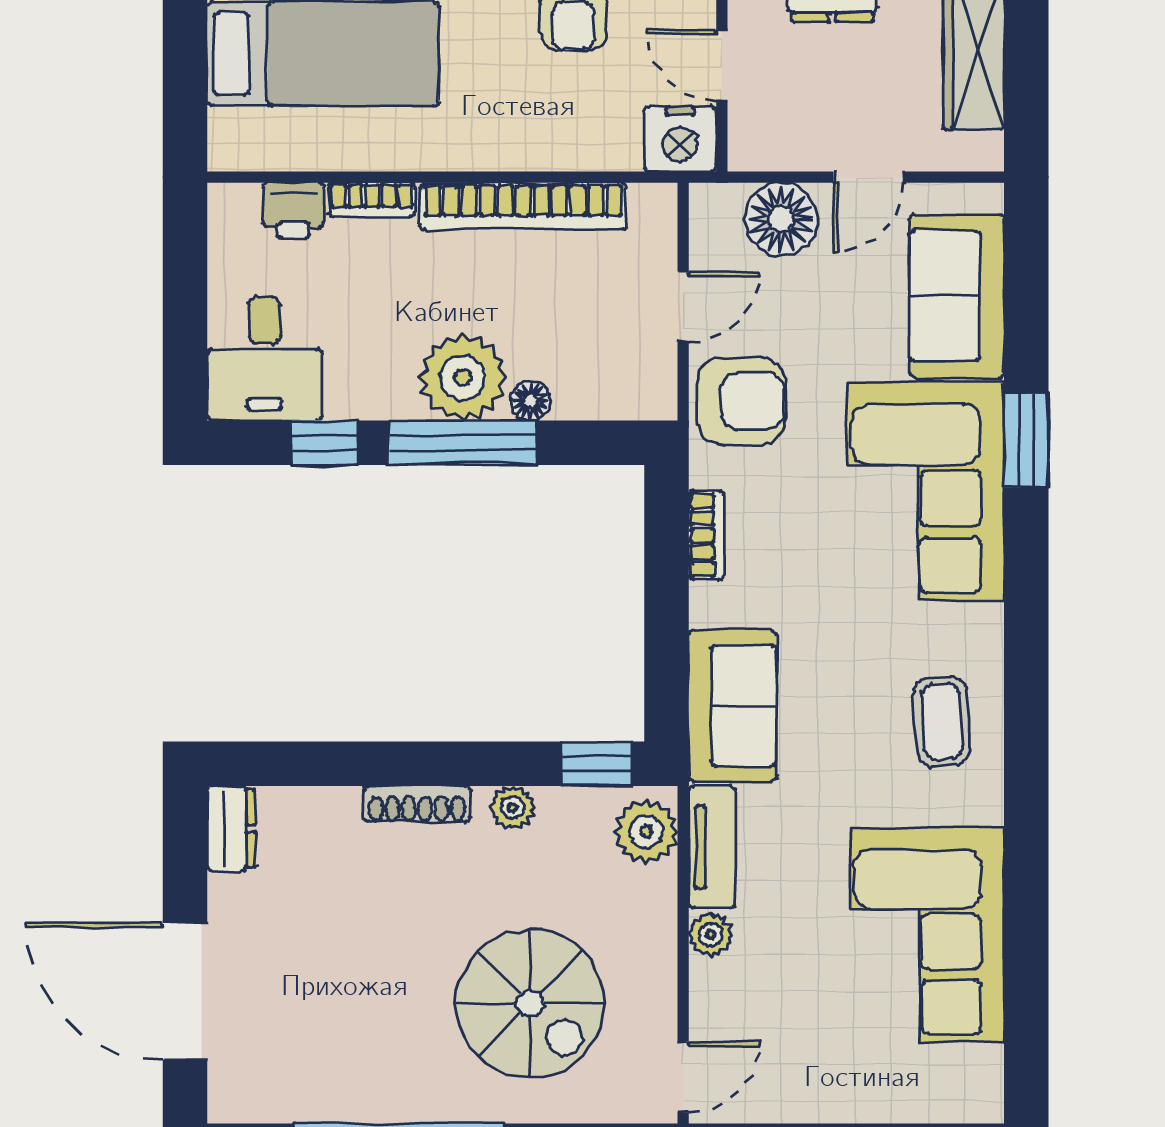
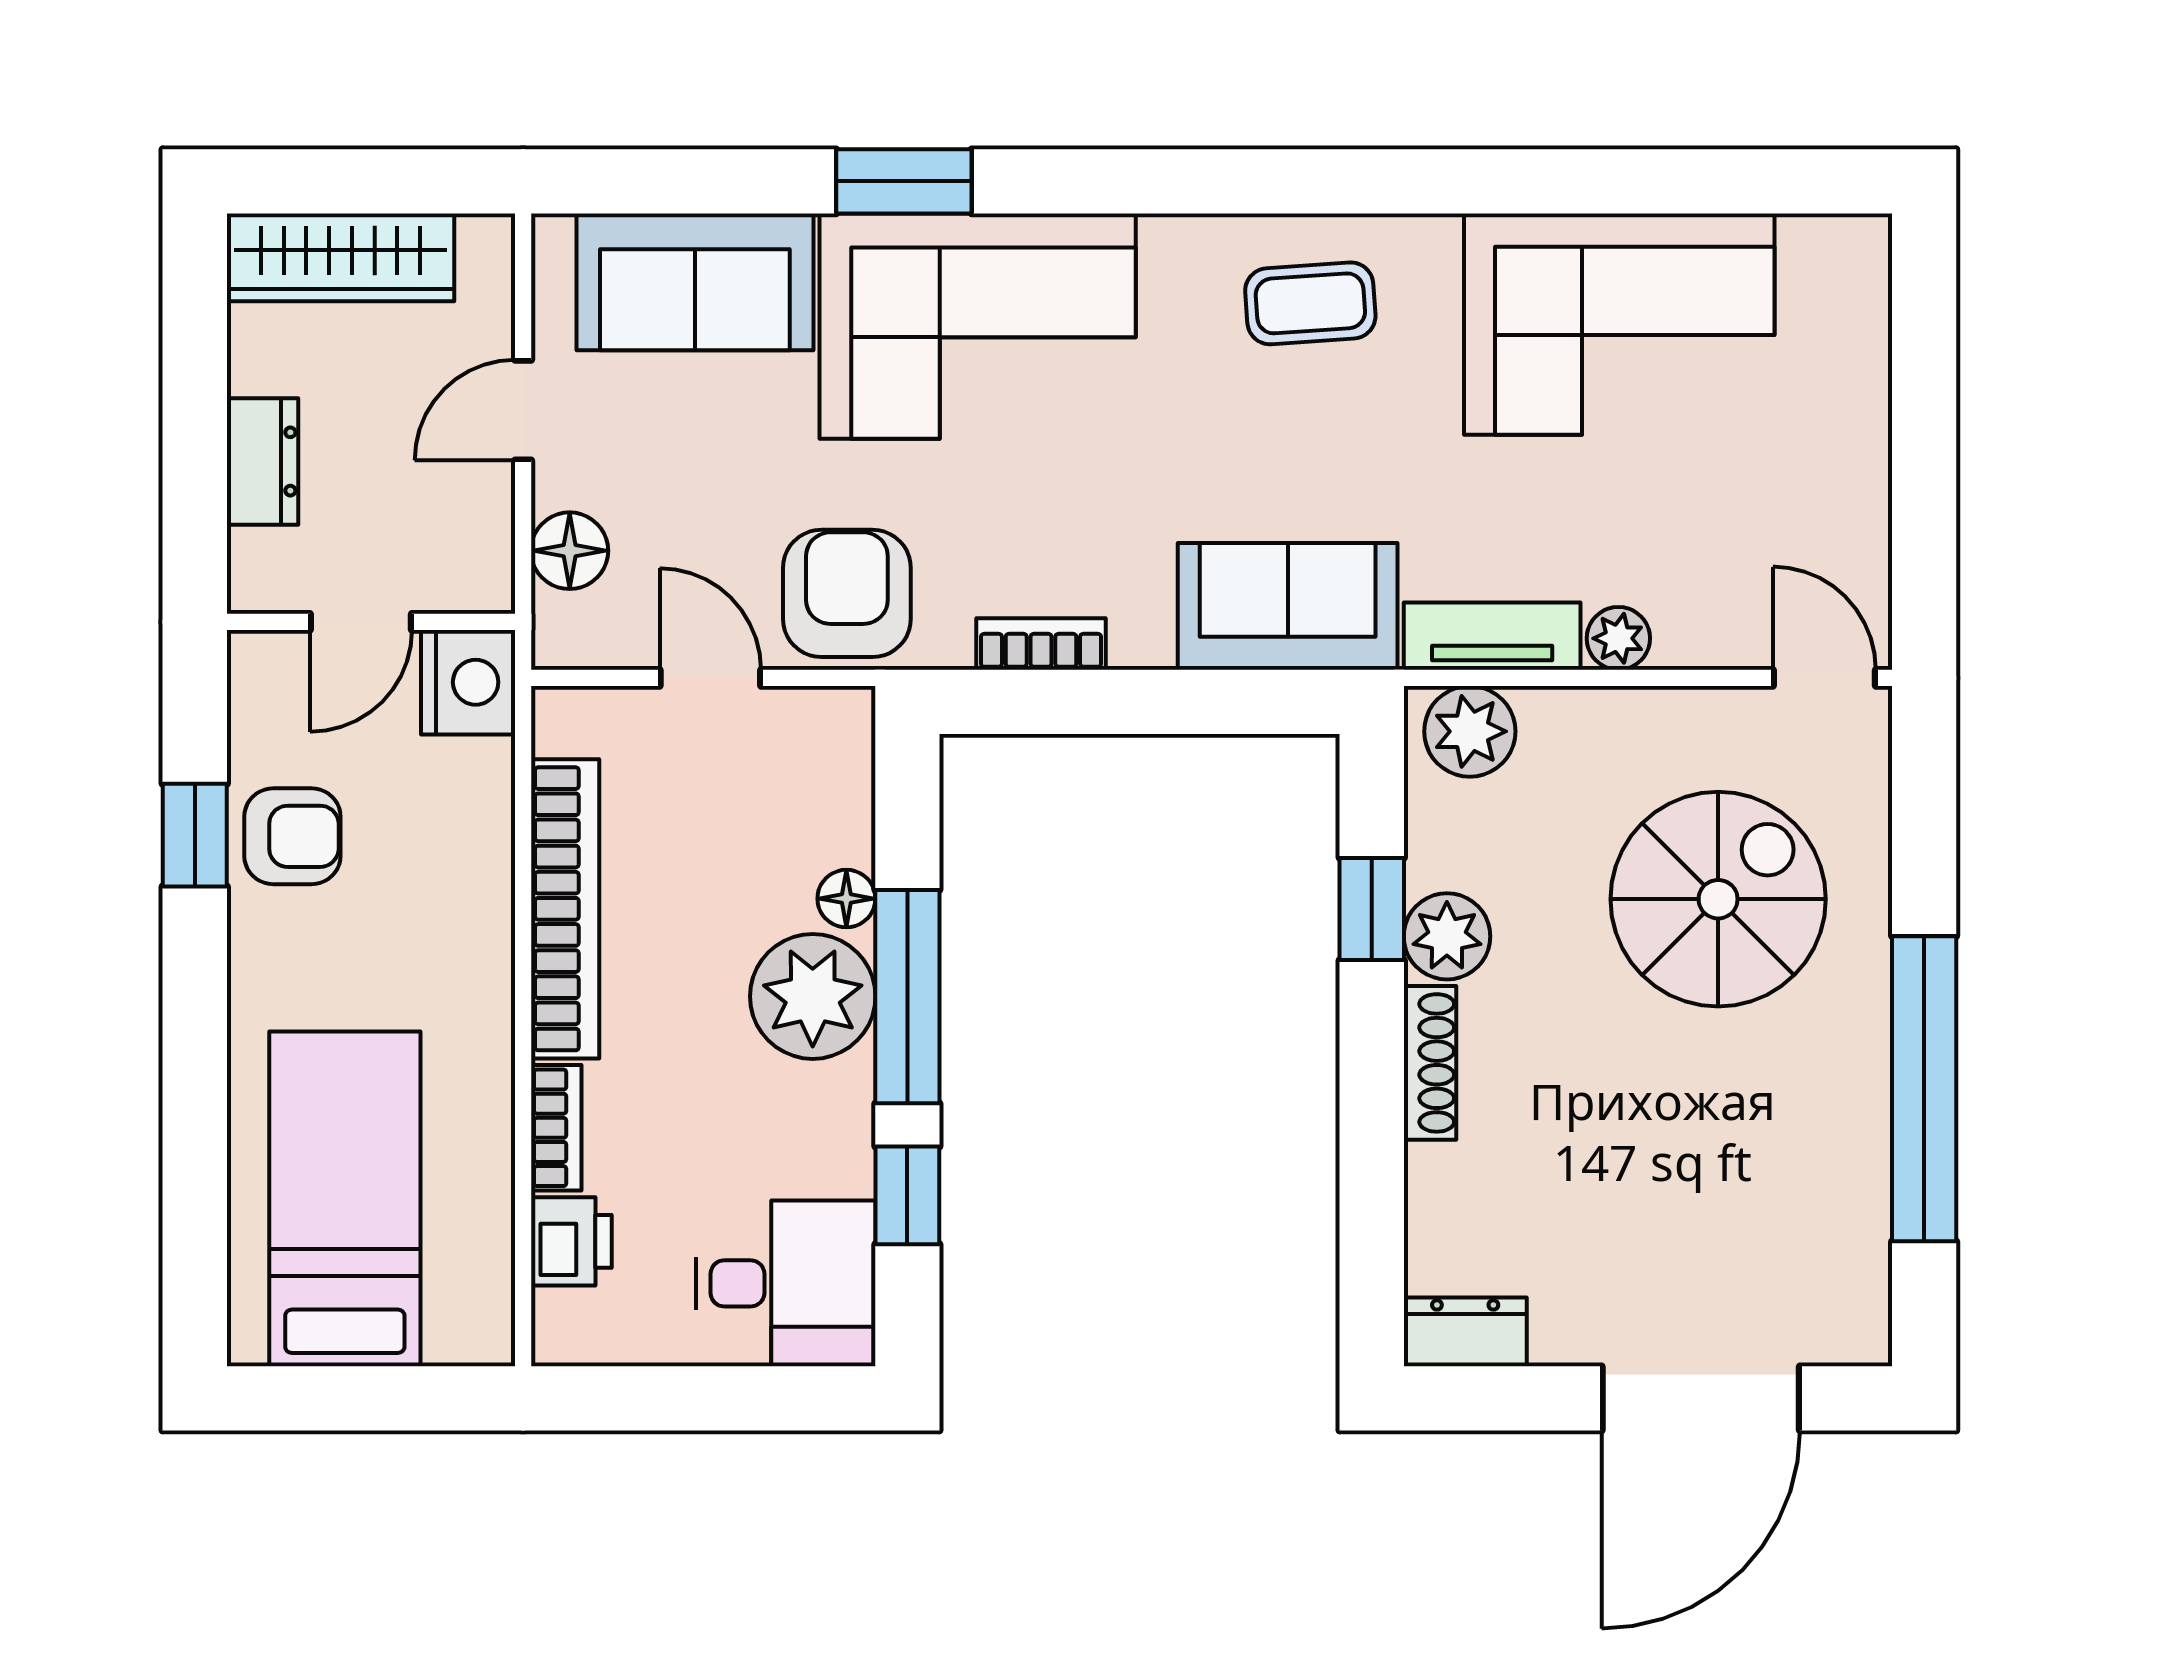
door: (868, 177) -> (523, 410), swing flipped
floor lamp: (781, 219) -> (570, 551), width x0.73, depth x0.73
window: (597, 764) -> (1372, 909), moved
plant: (513, 808) -> (1447, 936), width x1.38, depth x1.38

